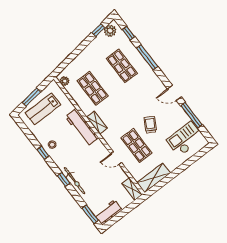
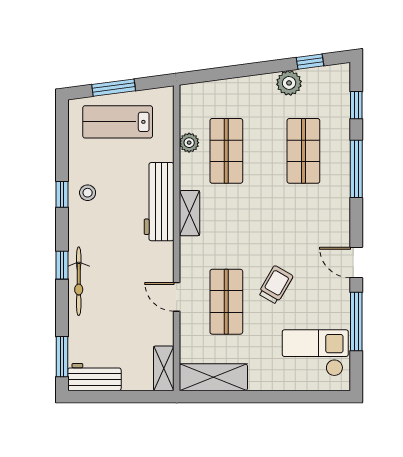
plant: (110, 31) -> (289, 83), moved
plant: (65, 81) -> (189, 143), moved

